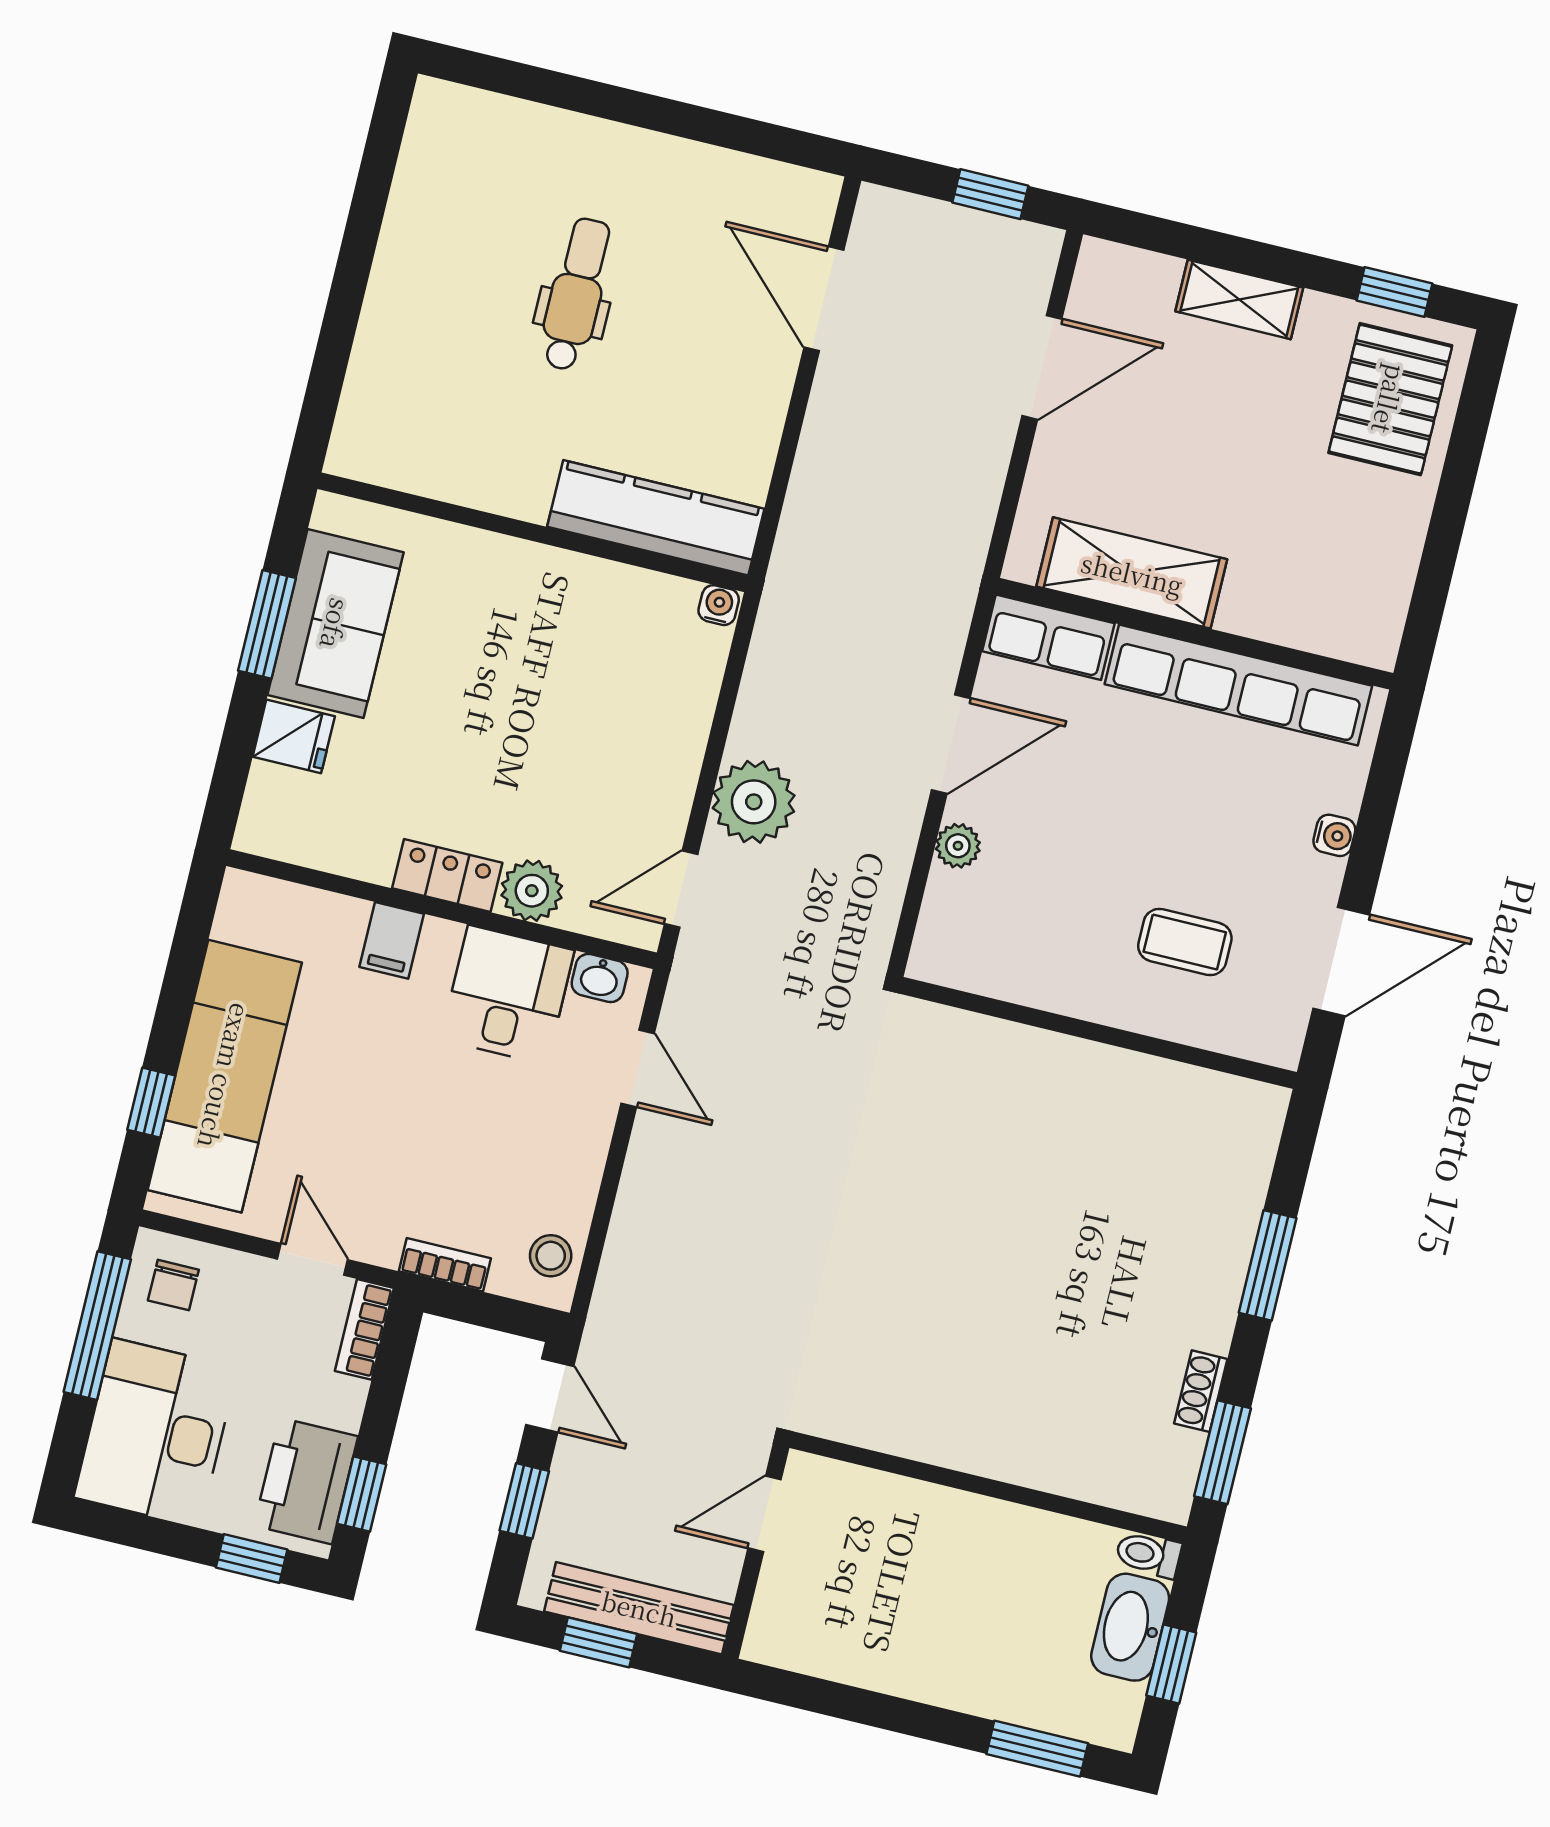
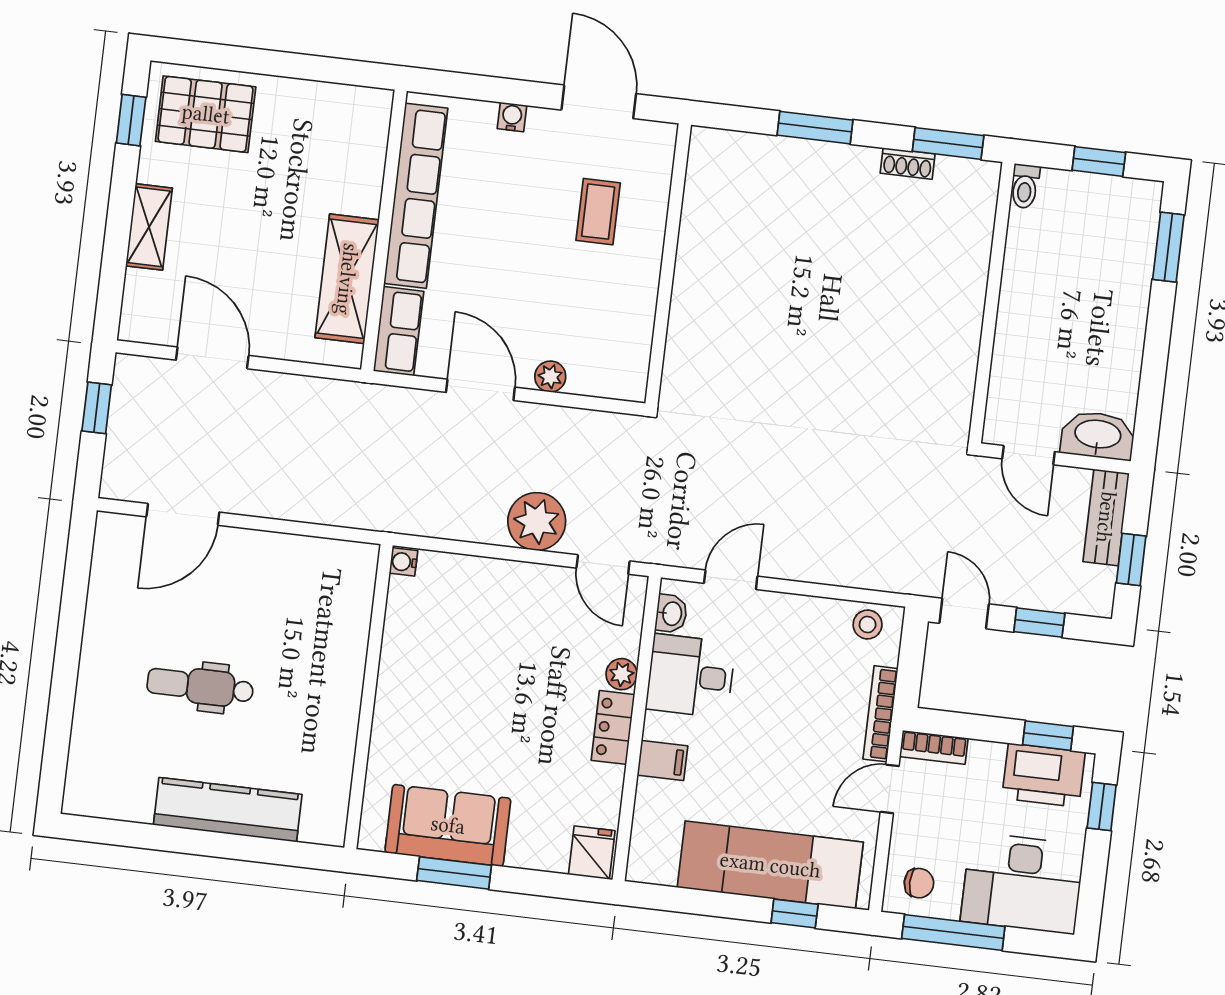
kitchen counter: (656, 518) -> (228, 810), moved, turned 90
fridge: (294, 736) -> (592, 853), moved
plant: (532, 891) -> (622, 674), width x0.73, depth x0.73
bookcase: (445, 1265) -> (881, 714), width x1.56
door: (550, 1395) -> (964, 614), hinge flipped
bench: (639, 1608) -> (1106, 517), width x0.73
washbasin: (1130, 1627) -> (1098, 435), moved, turned 180

